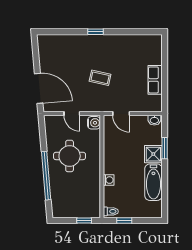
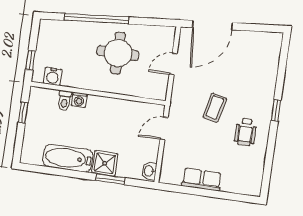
wheelchair: (115, 52) -> (246, 132), added
water cooler: (94, 123) -> (53, 76), moved
toilet: (111, 211) -> (64, 101), moved

